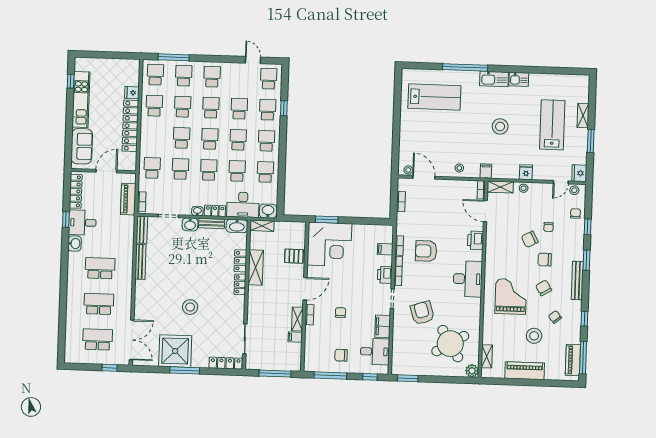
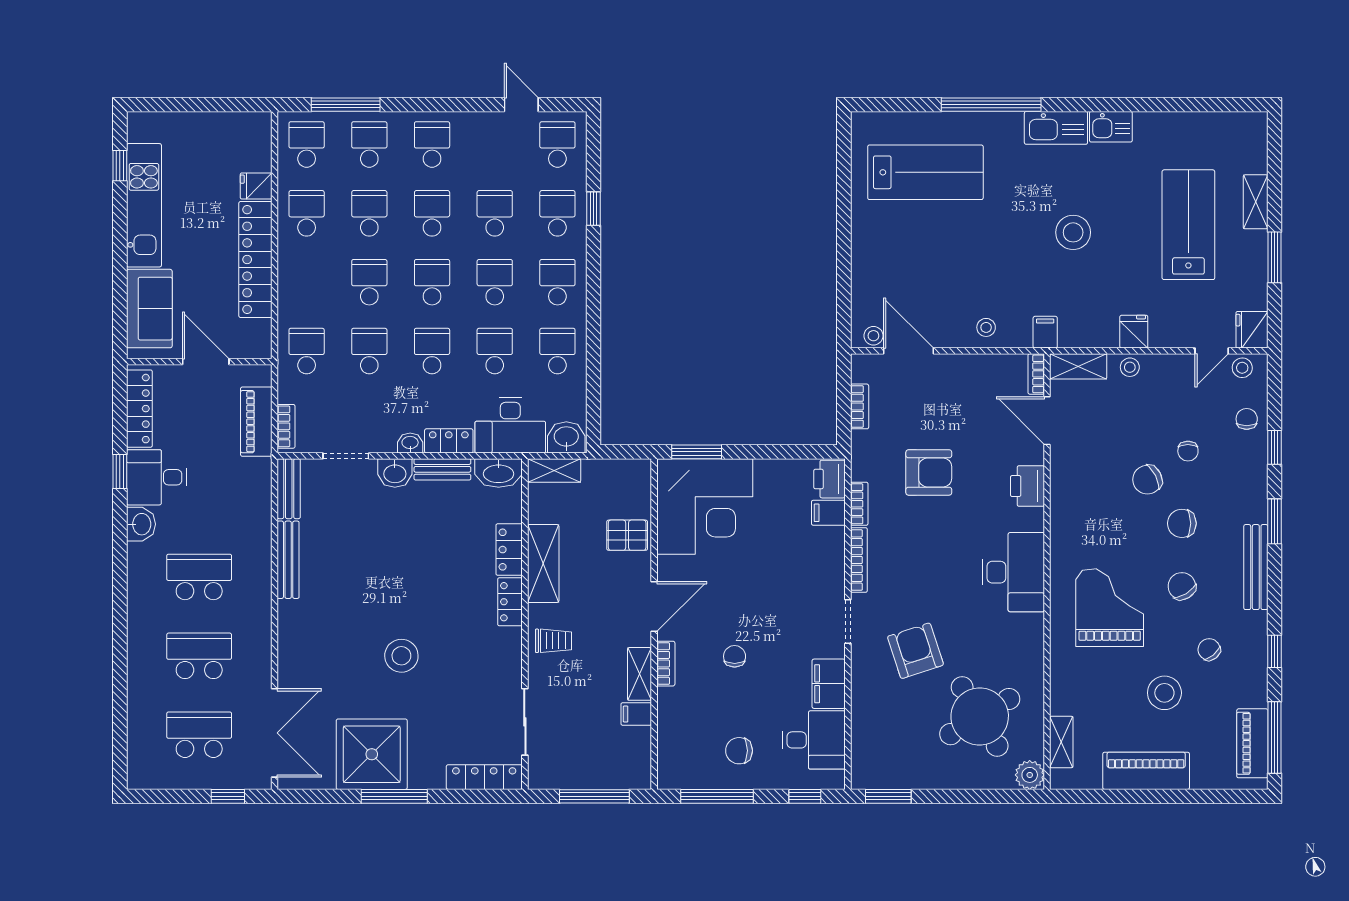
door: (106, 171) -> (206, 362), hinge flipped
armchair: (426, 251) -> (929, 472), moved, turned 180
printer: (385, 275) -> (829, 479), moved
trolley: (259, 303) -> (553, 641), added

